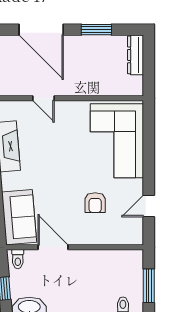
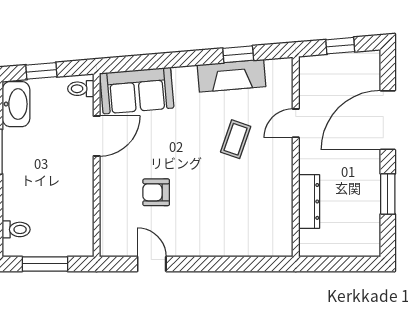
dresser: (136, 55) -> (309, 201), moved, turned 90
corner sofa: (117, 141) -> (239, 221), removed
coffee table: (55, 143) -> (236, 139), added

